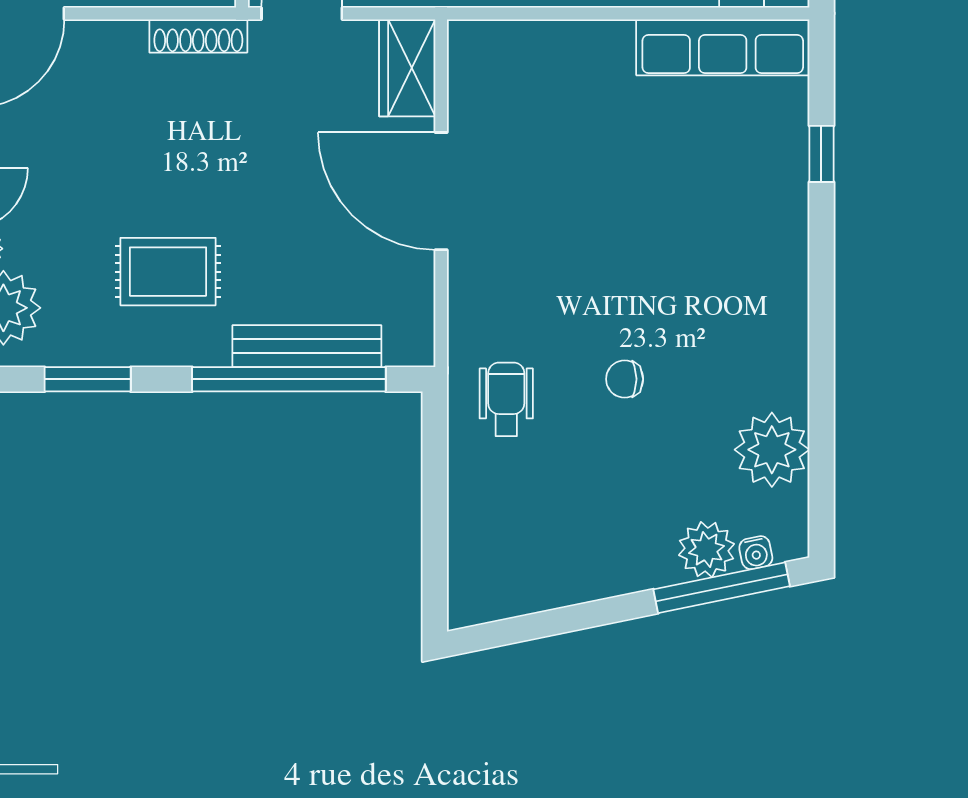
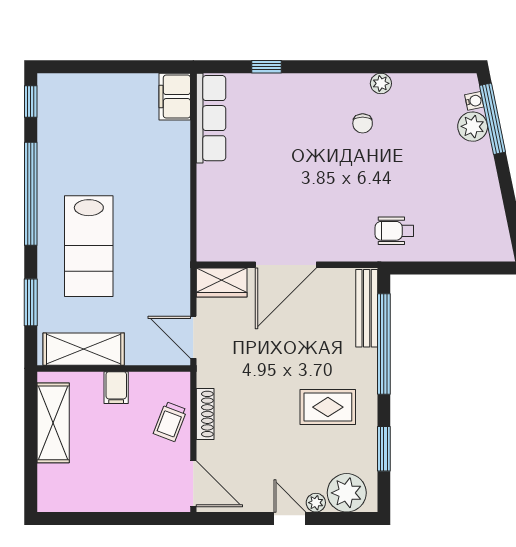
shoe rack: (198, 36) -> (205, 414), moved
rug: (168, 272) -> (328, 407), turned 90
bench: (307, 346) -> (367, 308), moved
chair: (625, 379) -> (363, 123), moved
plant: (772, 450) -> (381, 83), moved, width x0.53, depth x0.53

